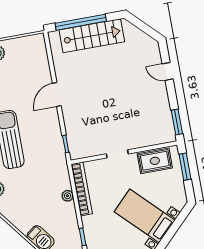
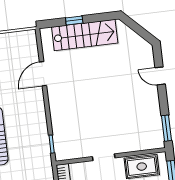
window: (81, 22) -> (74, 20), width x0.32
door: (57, 94) -> (43, 74), moved

